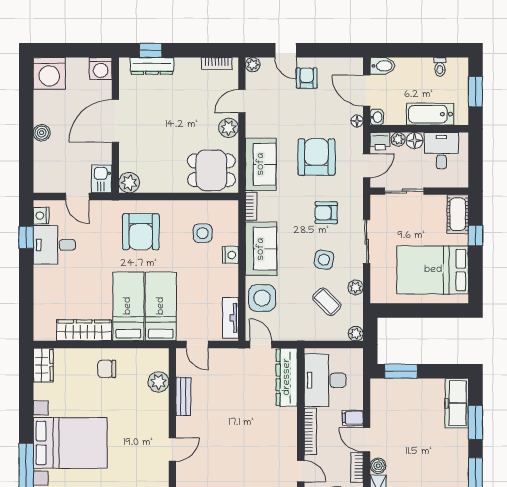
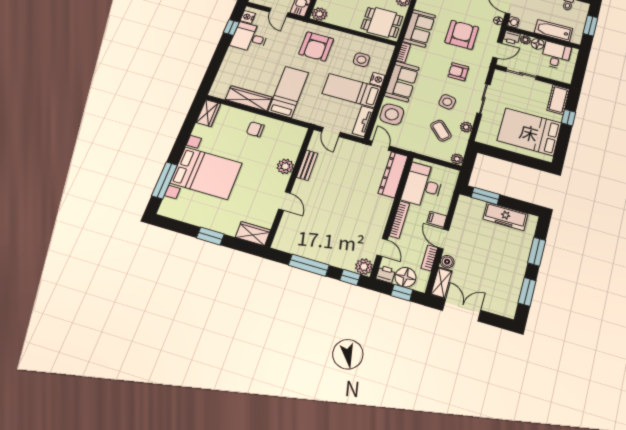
bed: (161, 306) -> (352, 90), moved, turned -90
plant: (159, 382) -> (285, 166), moved
freezer: (457, 403) -> (505, 216), moved, turned -90
door: (172, 449) -> (284, 201), hinge flipped

